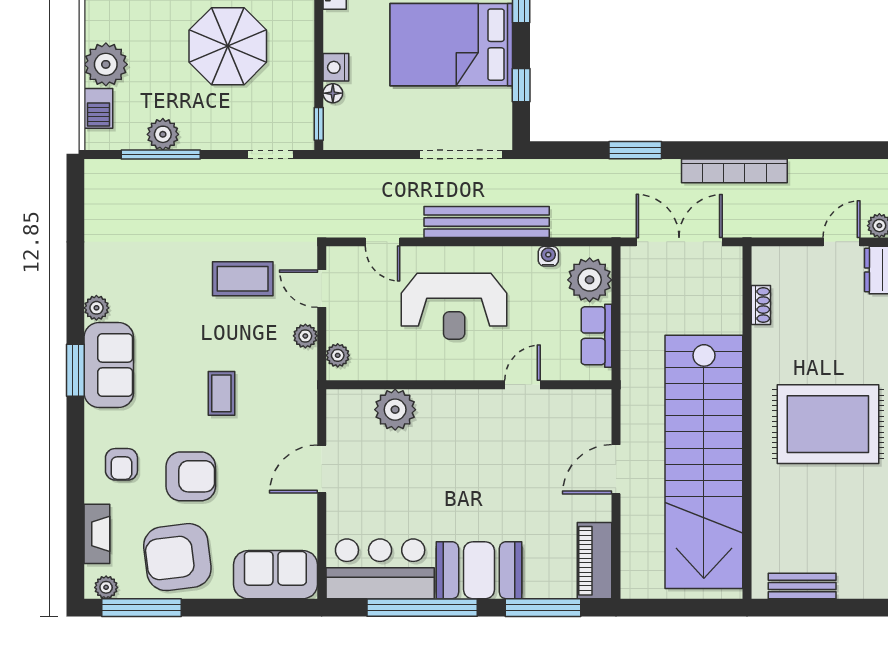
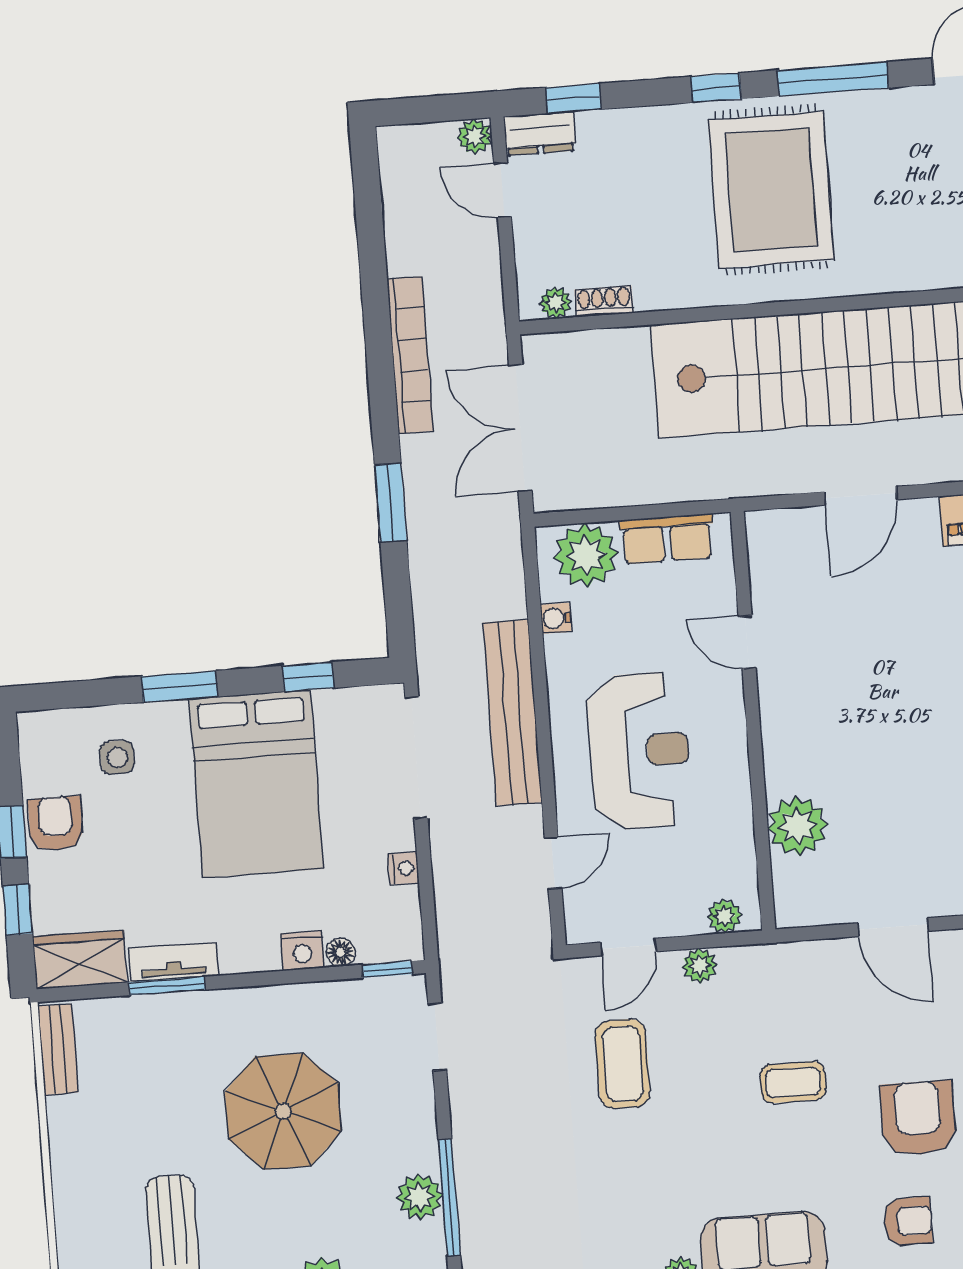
nightstand: (386, 140) -> (404, 868), added
plant: (762, 272) -> (556, 303), added
door: (616, 469) -> (861, 496), hinge flipped

